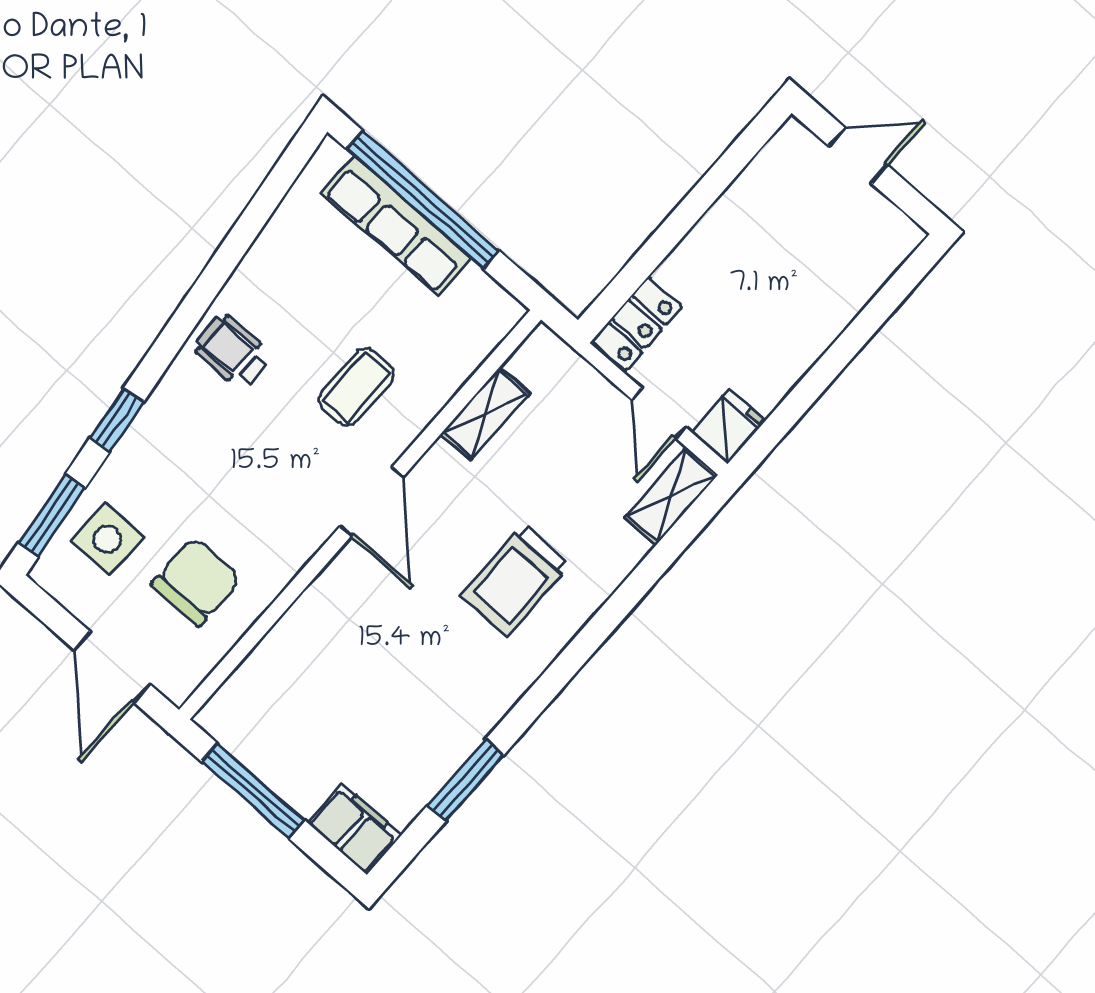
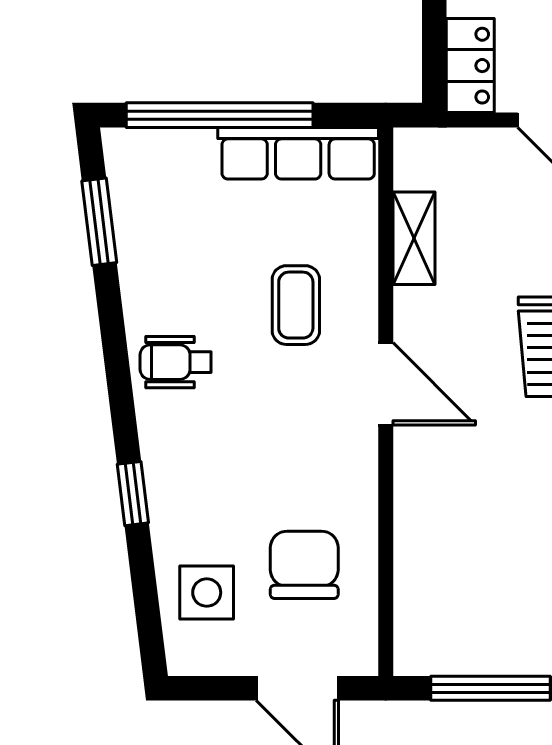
row of seats: (396, 226) -> (298, 153), moved
window: (52, 515) -> (99, 222), moved

